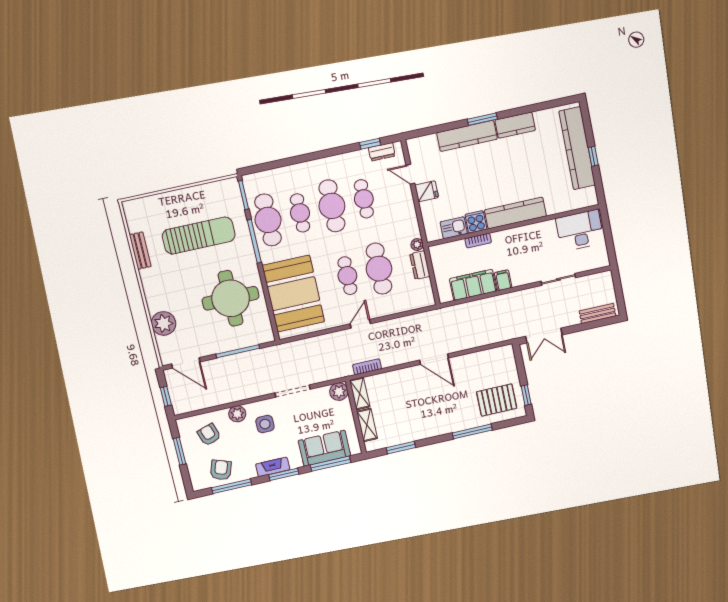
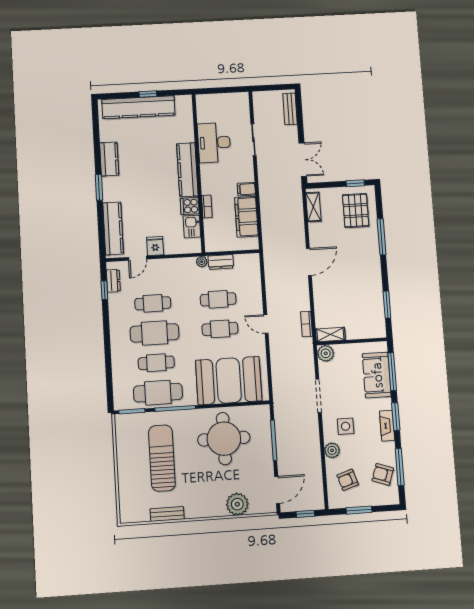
kitchen counter: (467, 136) -> (113, 228), moved
desk: (580, 231) -> (214, 143), moved
cafe table: (379, 269) -> (218, 299), width x0.73, depth x0.74
shelving: (367, 425) -> (313, 207), moved, turned 90

